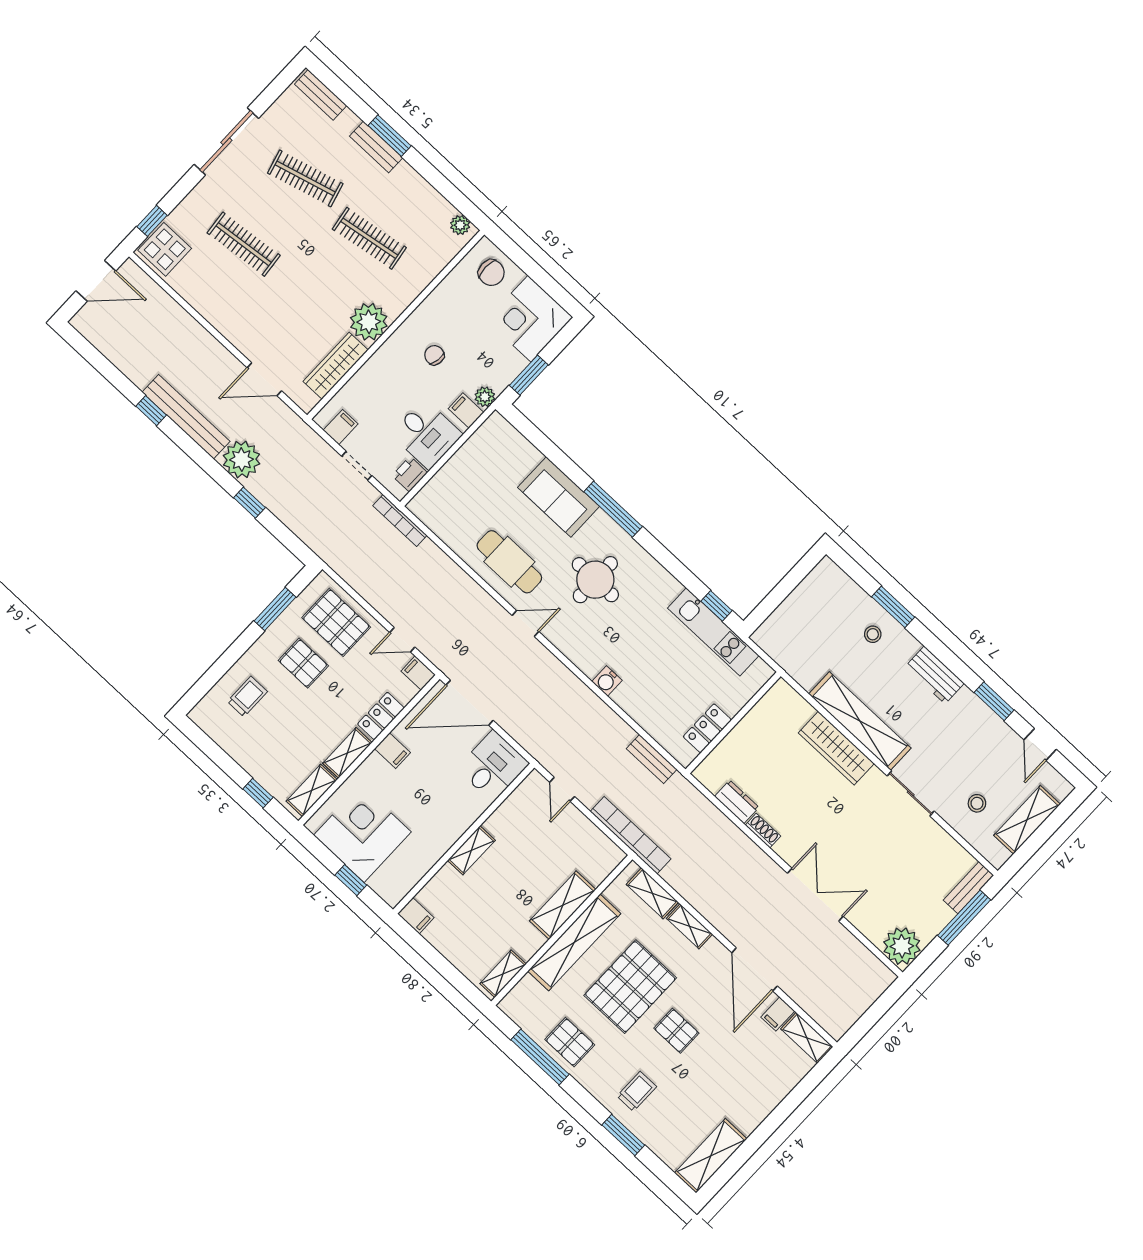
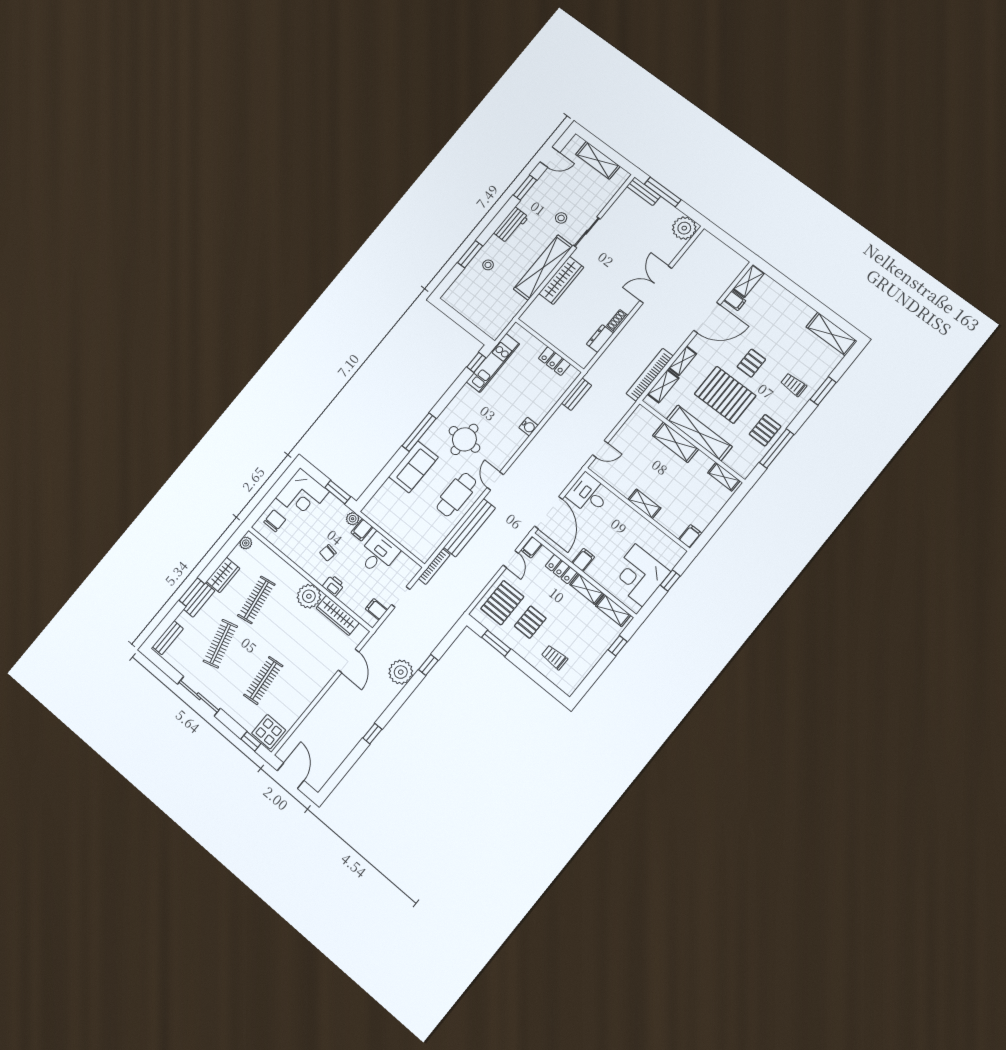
wardrobe: (413, 187) -> (223, 575), added
bench: (186, 417) -> (470, 528), moved
printer: (410, 474) -> (333, 586), moved, turned 180
stool: (977, 803) -> (561, 218), moved
bookcase: (631, 835) -> (650, 375), moved

